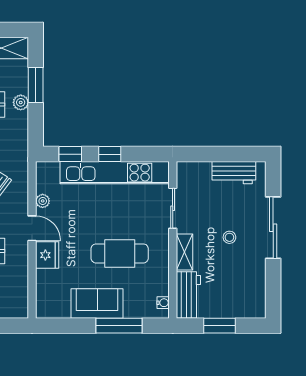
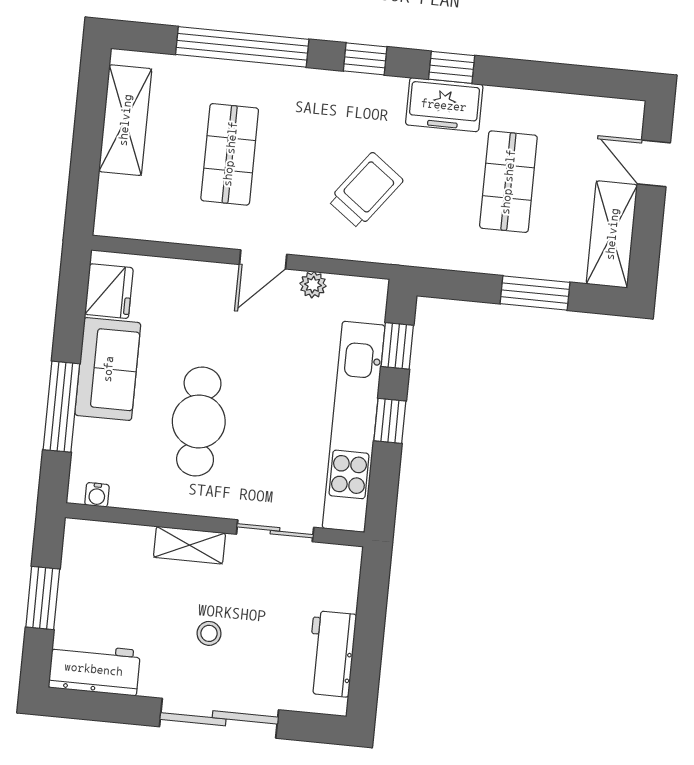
plant: (21, 102) -> (505, 261), removed
fridge: (47, 255) -> (109, 291), moved, turned -90
workbench: (188, 295) -> (94, 669), moved, turned 180

